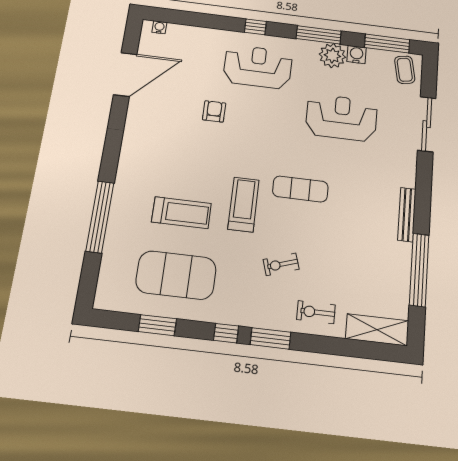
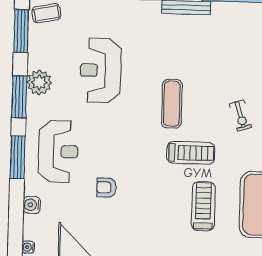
window: (255, 27) -> (18, 157), width x2.17
water cooler: (356, 55) -> (32, 205), moved
reception desk: (258, 67) -> (58, 152), turned 180
treadmill: (243, 204) -> (191, 153), turned 180

